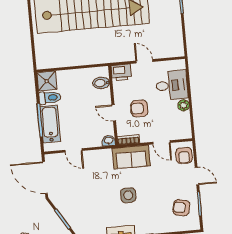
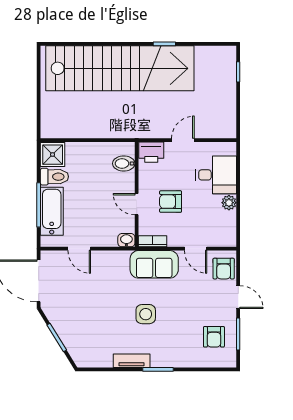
door: (144, 61) -> (183, 140), hinge flipped
armchair: (181, 208) -> (214, 337), turned -102

